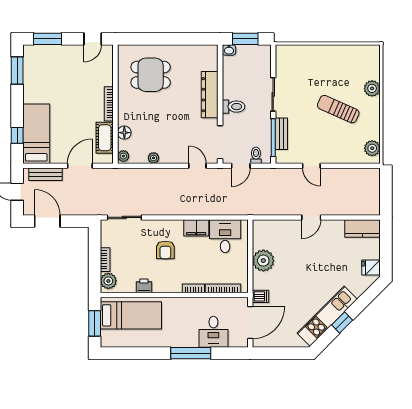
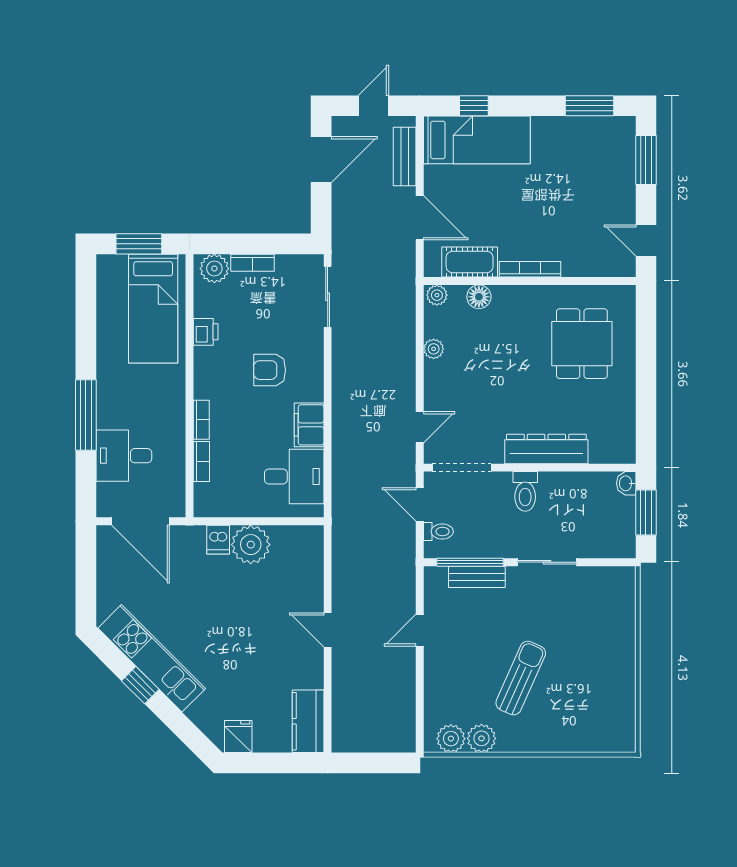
plant: (372, 88) -> (481, 738), moved
bookcase: (223, 288) -> (201, 462), width x0.64
dishwasher: (261, 296) -> (218, 540), moved

